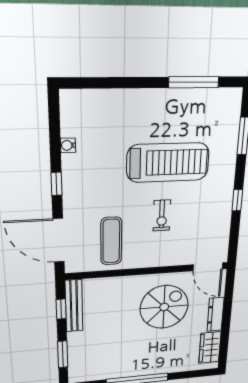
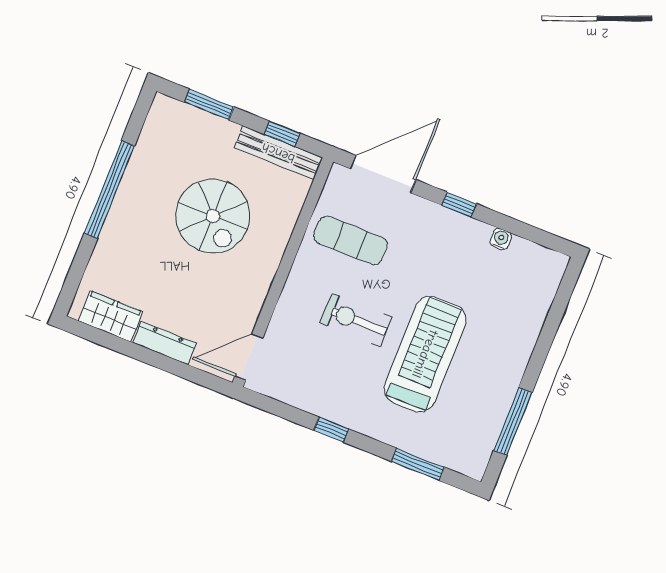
treadmill: (168, 163) -> (425, 354), turned 180
exercise bike: (162, 216) -> (356, 320), width x1.38, depth x1.39
spiral stairs: (164, 307) -> (213, 216), moved

